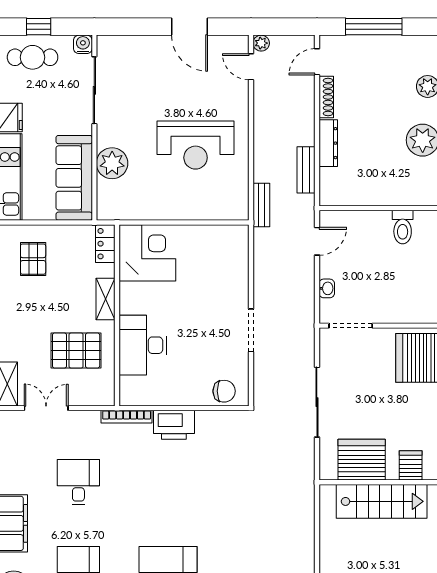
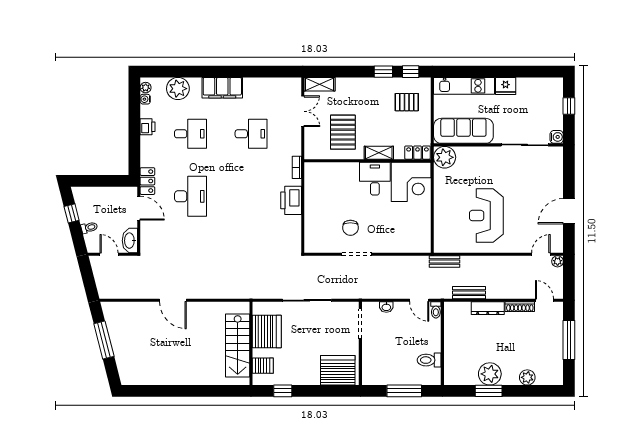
cafe table: (33, 57) -> (548, 102), removed
plant: (112, 163) -> (445, 157), moved
toilet: (331, 217) -> (436, 310), added
desk: (143, 345) -> (375, 179), moved, width x0.73
chair: (224, 391) -> (350, 228), moved
bookcase: (127, 417) -> (297, 167), width x0.64

